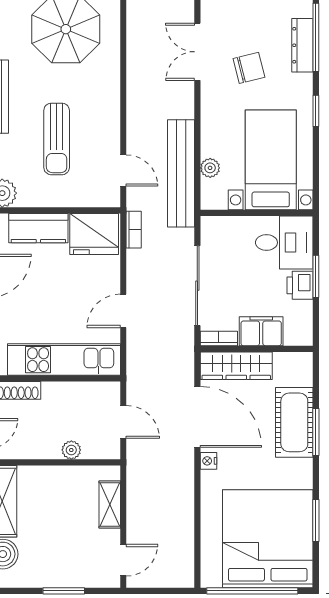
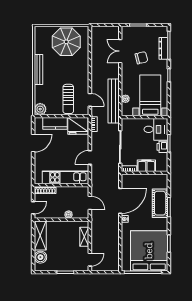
sun lounger: (57, 139) -> (68, 99), moved
wardrobe: (236, 366) -> (136, 180), removed
door: (197, 417) -> (120, 201), hinge flipped

